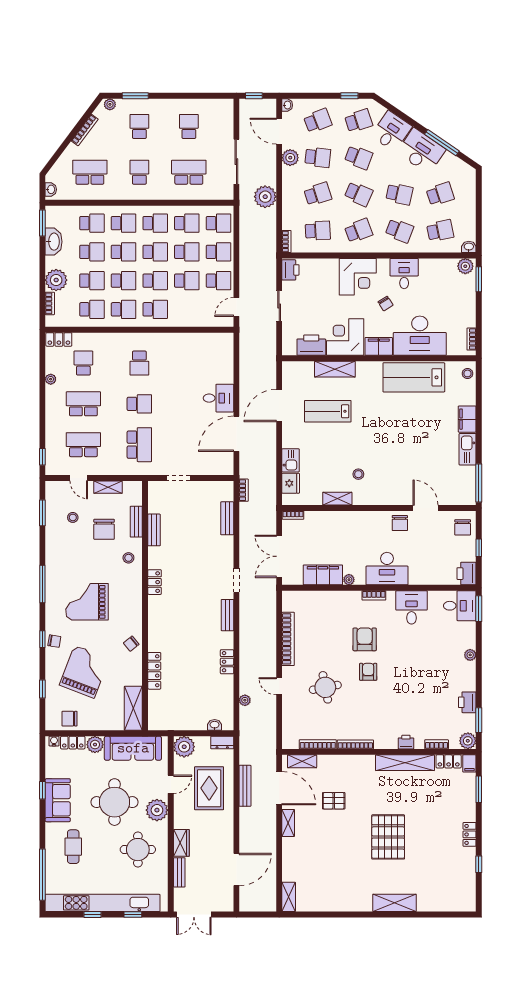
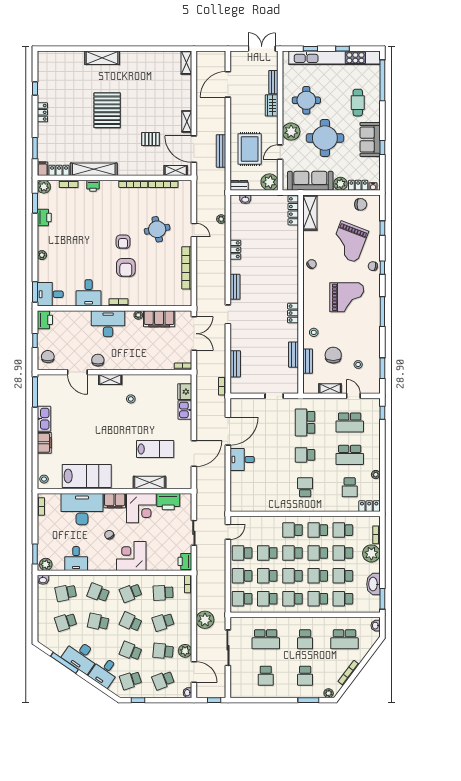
desk: (404, 274) -> (76, 559), moved
shelving: (337, 499) -> (110, 379), moved
locker: (154, 671) -> (293, 210), moved

